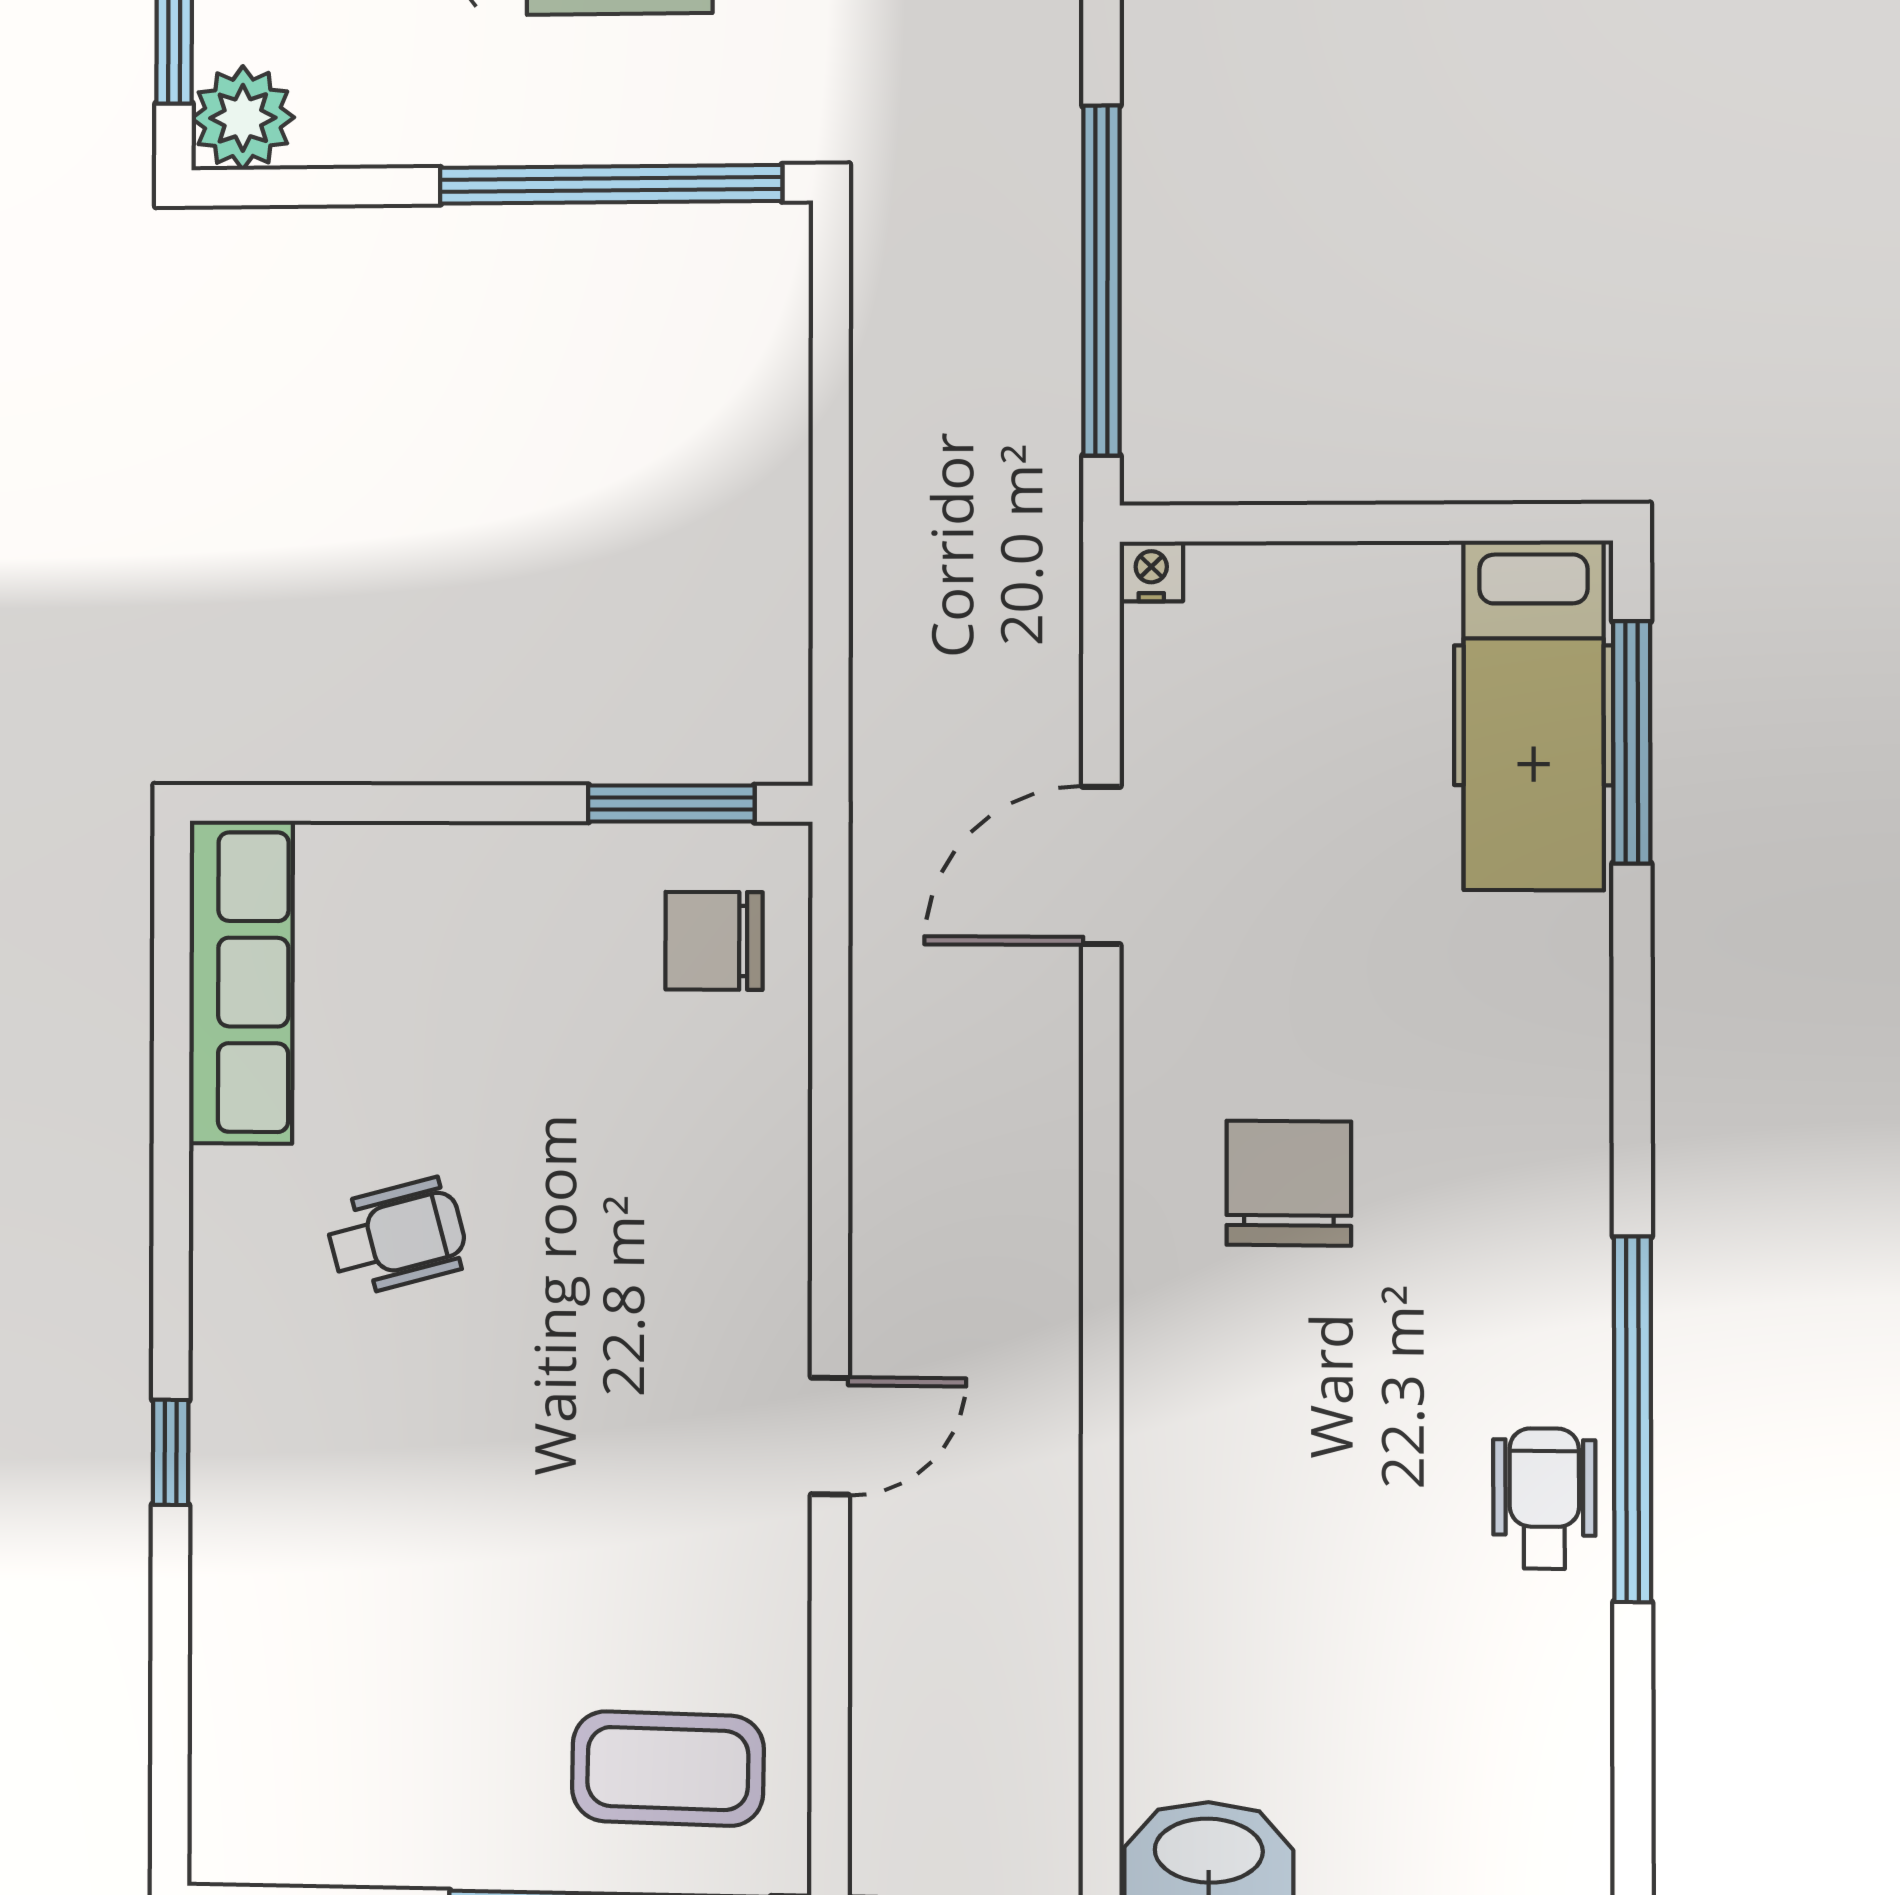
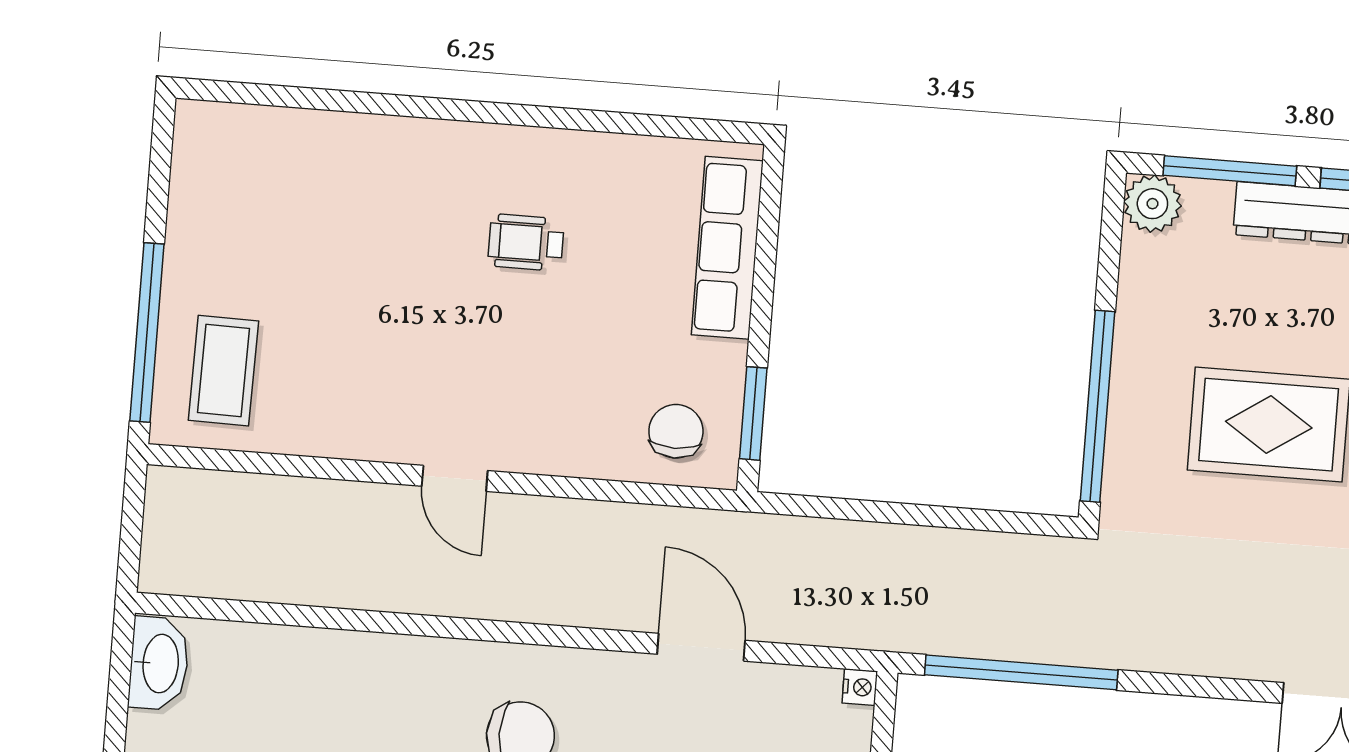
row of seats: (241, 982) -> (727, 248), moved, turned 90
wheelchair: (397, 1237) -> (526, 242), turned 105
door: (830, 1436) -> (455, 478), moved
window: (171, 1452) -> (415, 107), removed

